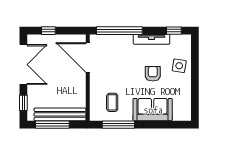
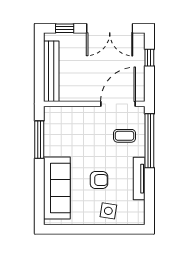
window: (174, 31) -> (149, 205), removed
coffee table: (112, 102) -> (124, 136), moved
sofa: (153, 110) -> (57, 188), width x1.36
window: (52, 125) -> (39, 62), removed

